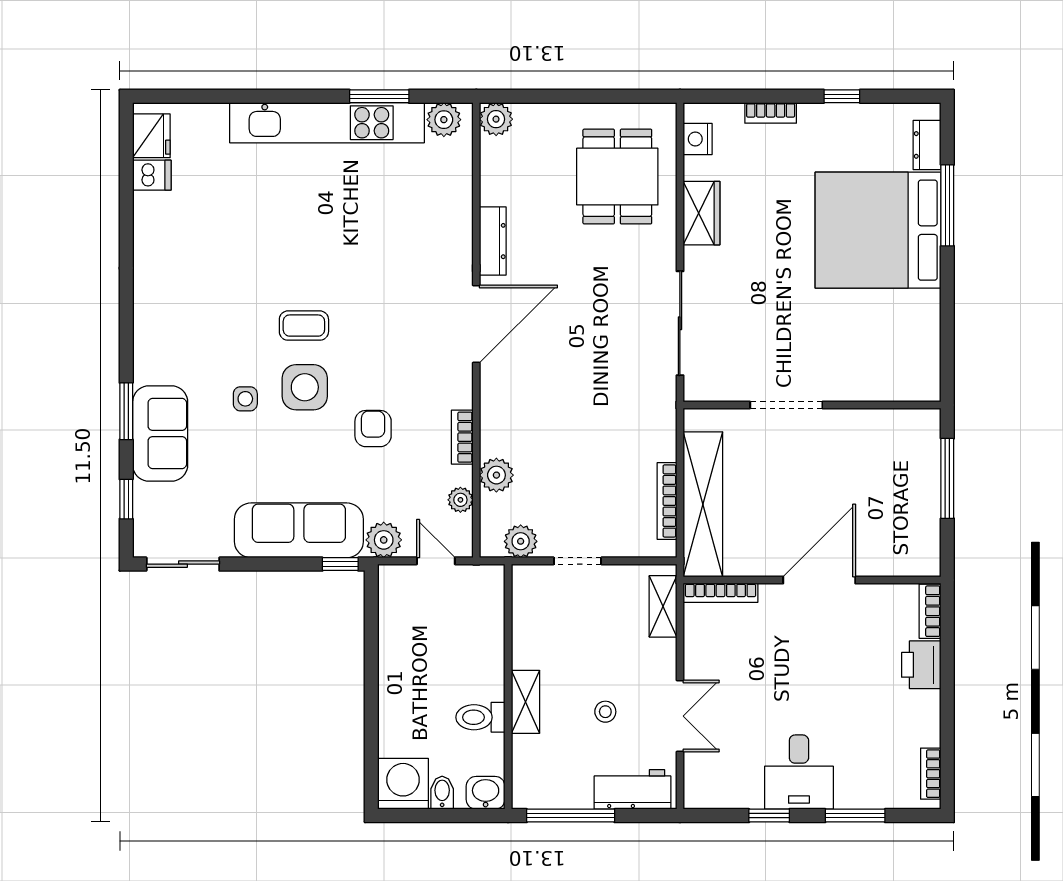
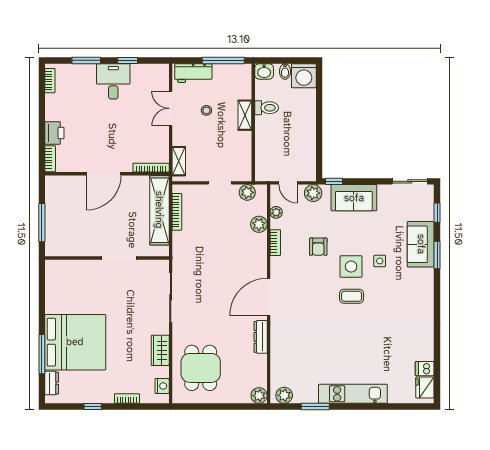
kitchen unit: (327, 123) -> (353, 394), width x0.73
sofa: (299, 530) -> (354, 198), width x0.73

